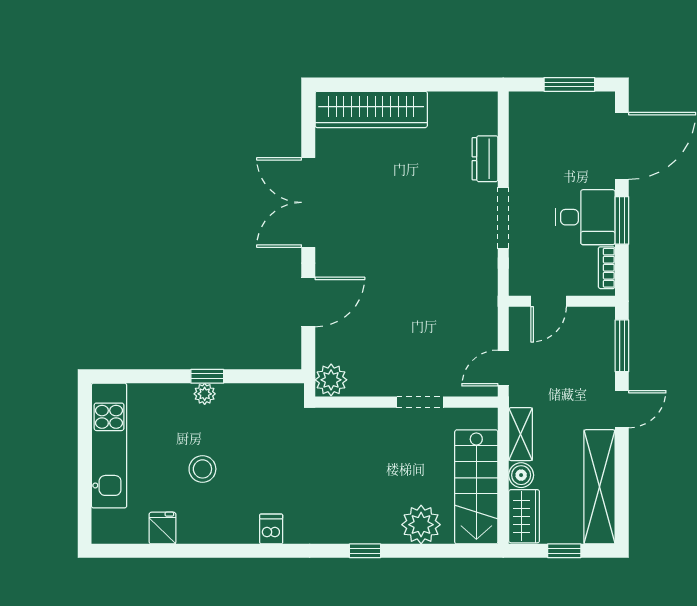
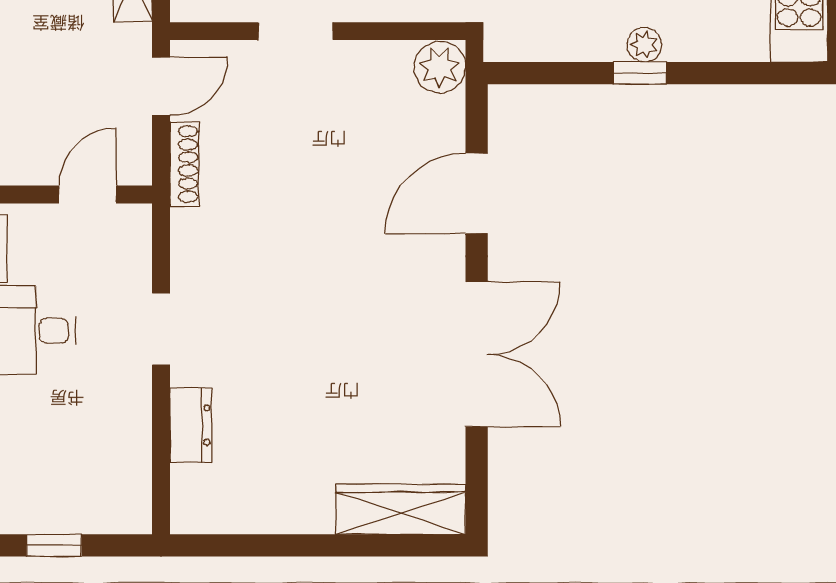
window: (569, 84) -> (54, 545), width x0.67
wardrobe: (371, 109) -> (401, 509), width x0.71, depth x0.85
doorway: (503, 218) -> (161, 329), width x0.73
shoe rack: (489, 320) -> (184, 164), added

